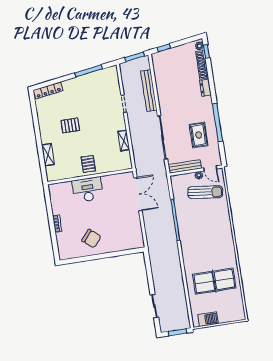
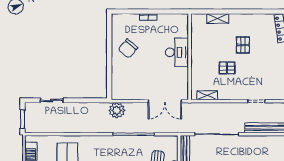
shelving: (124, 141) -> (207, 95), moved
pallet: (88, 164) -> (227, 68), moved
plant: (154, 240) -> (117, 110), added

